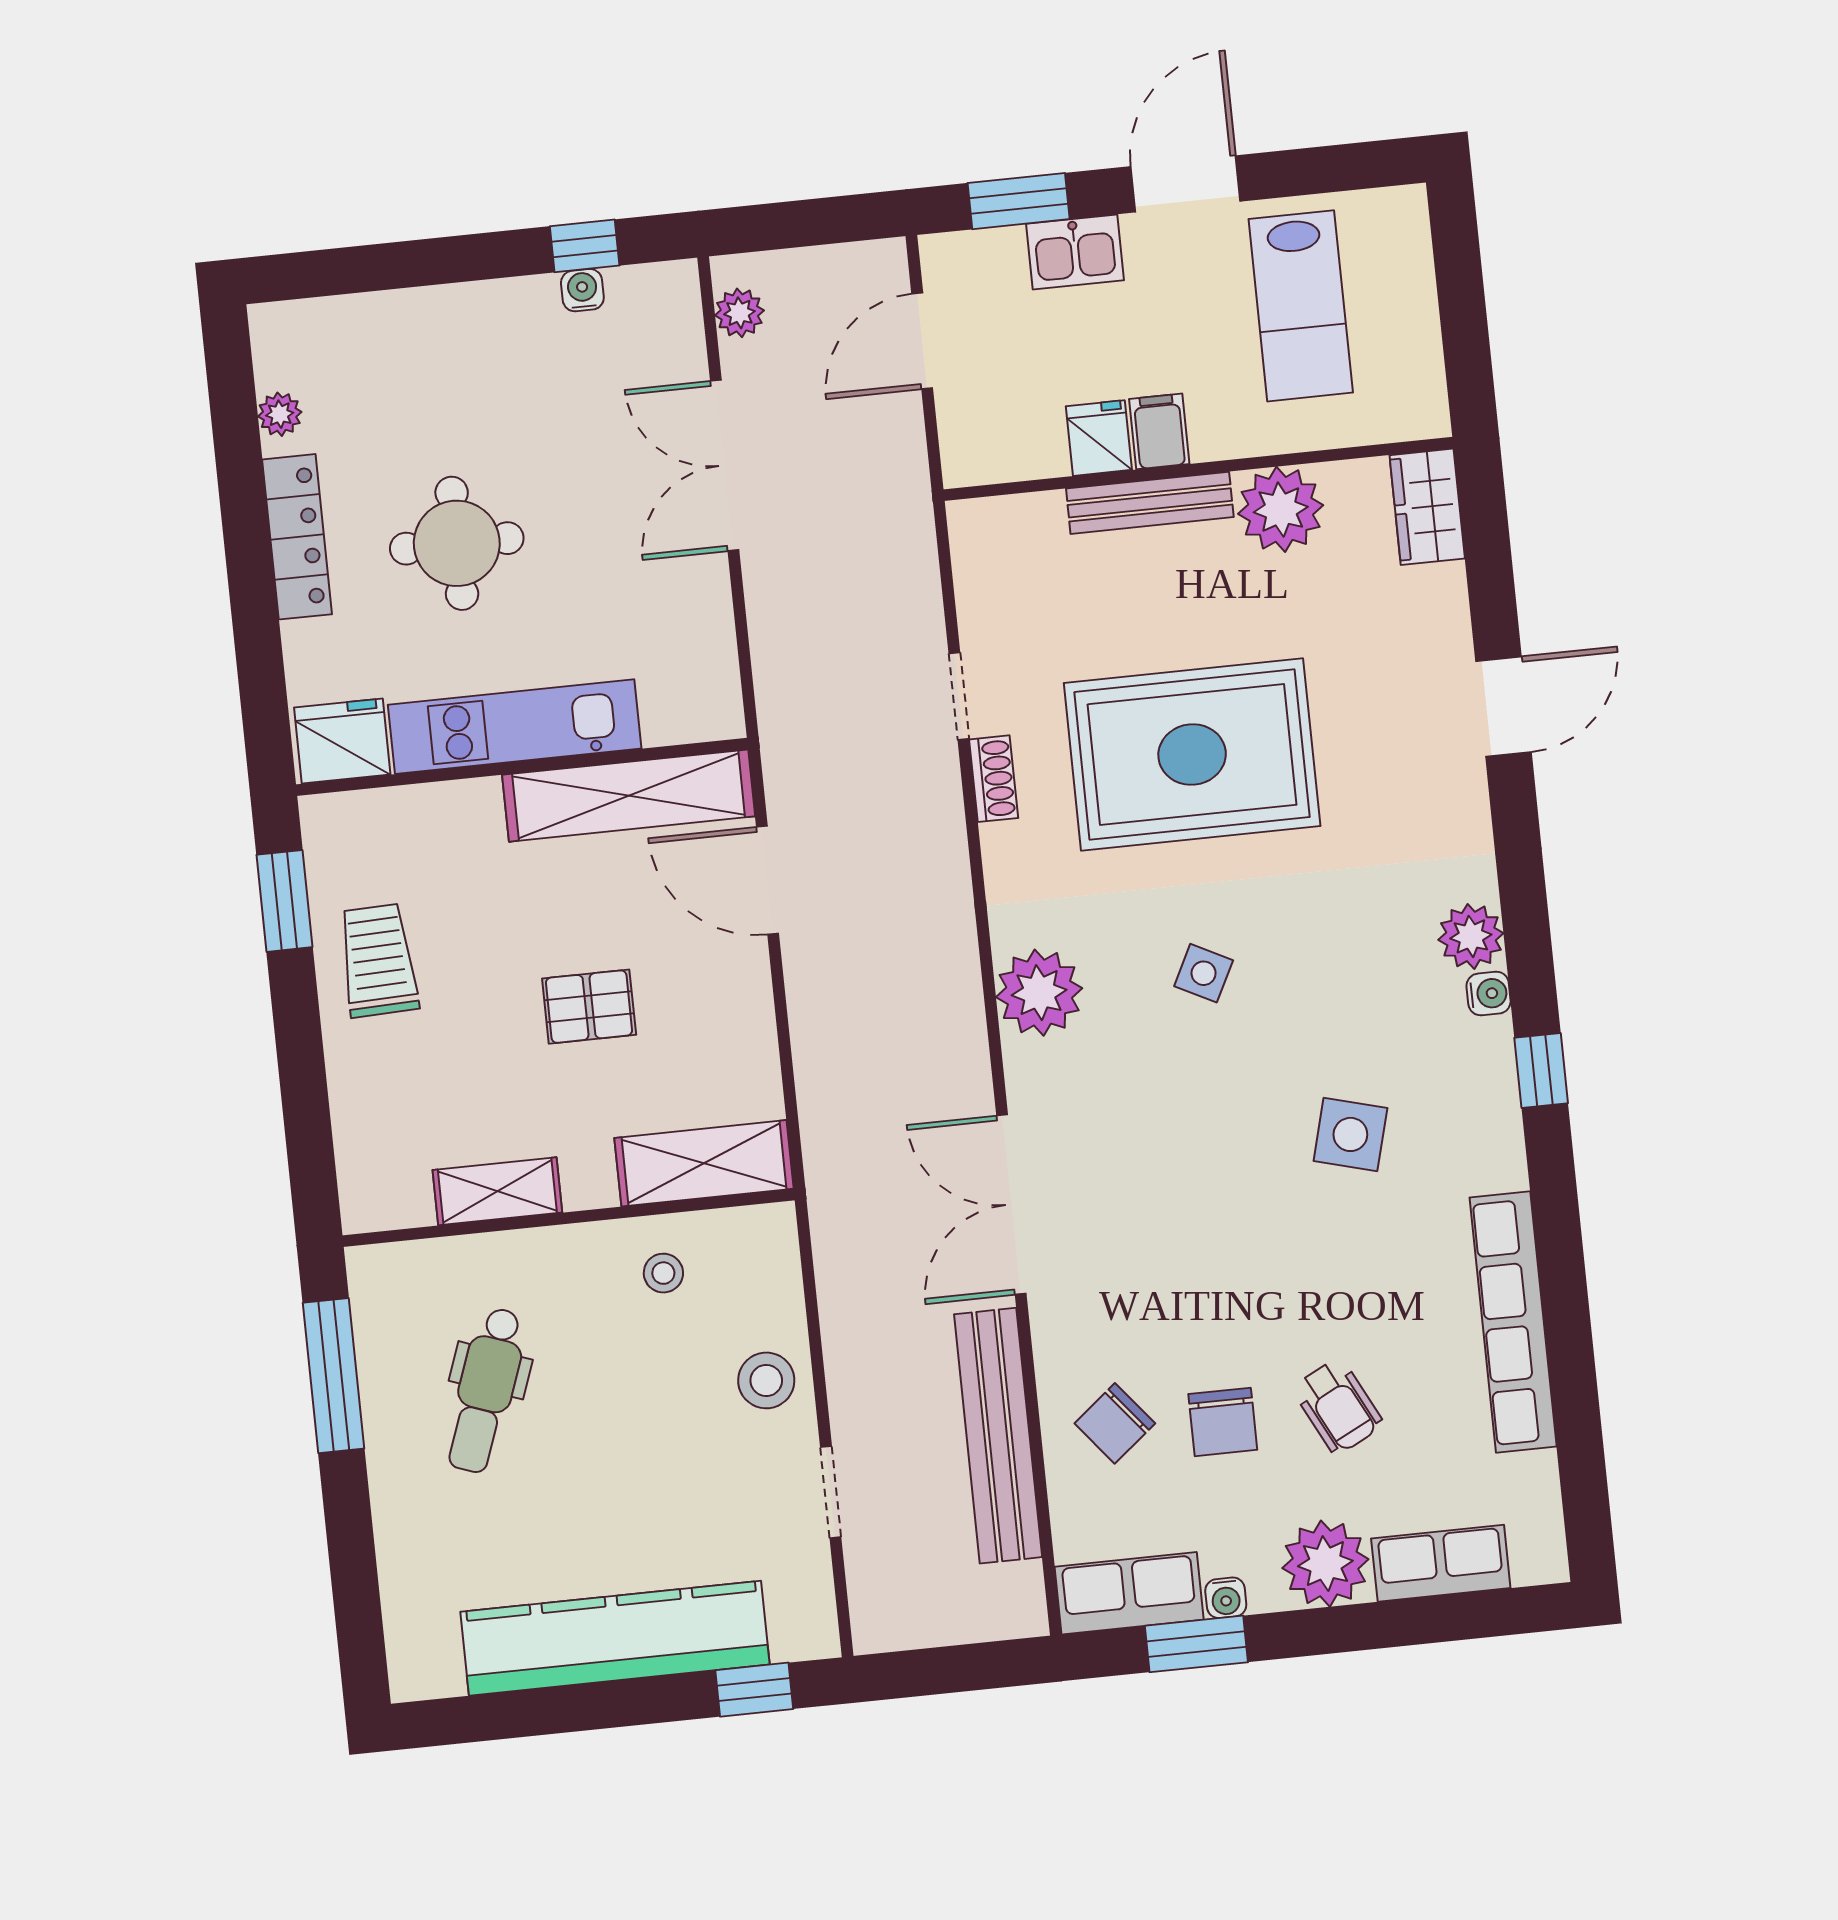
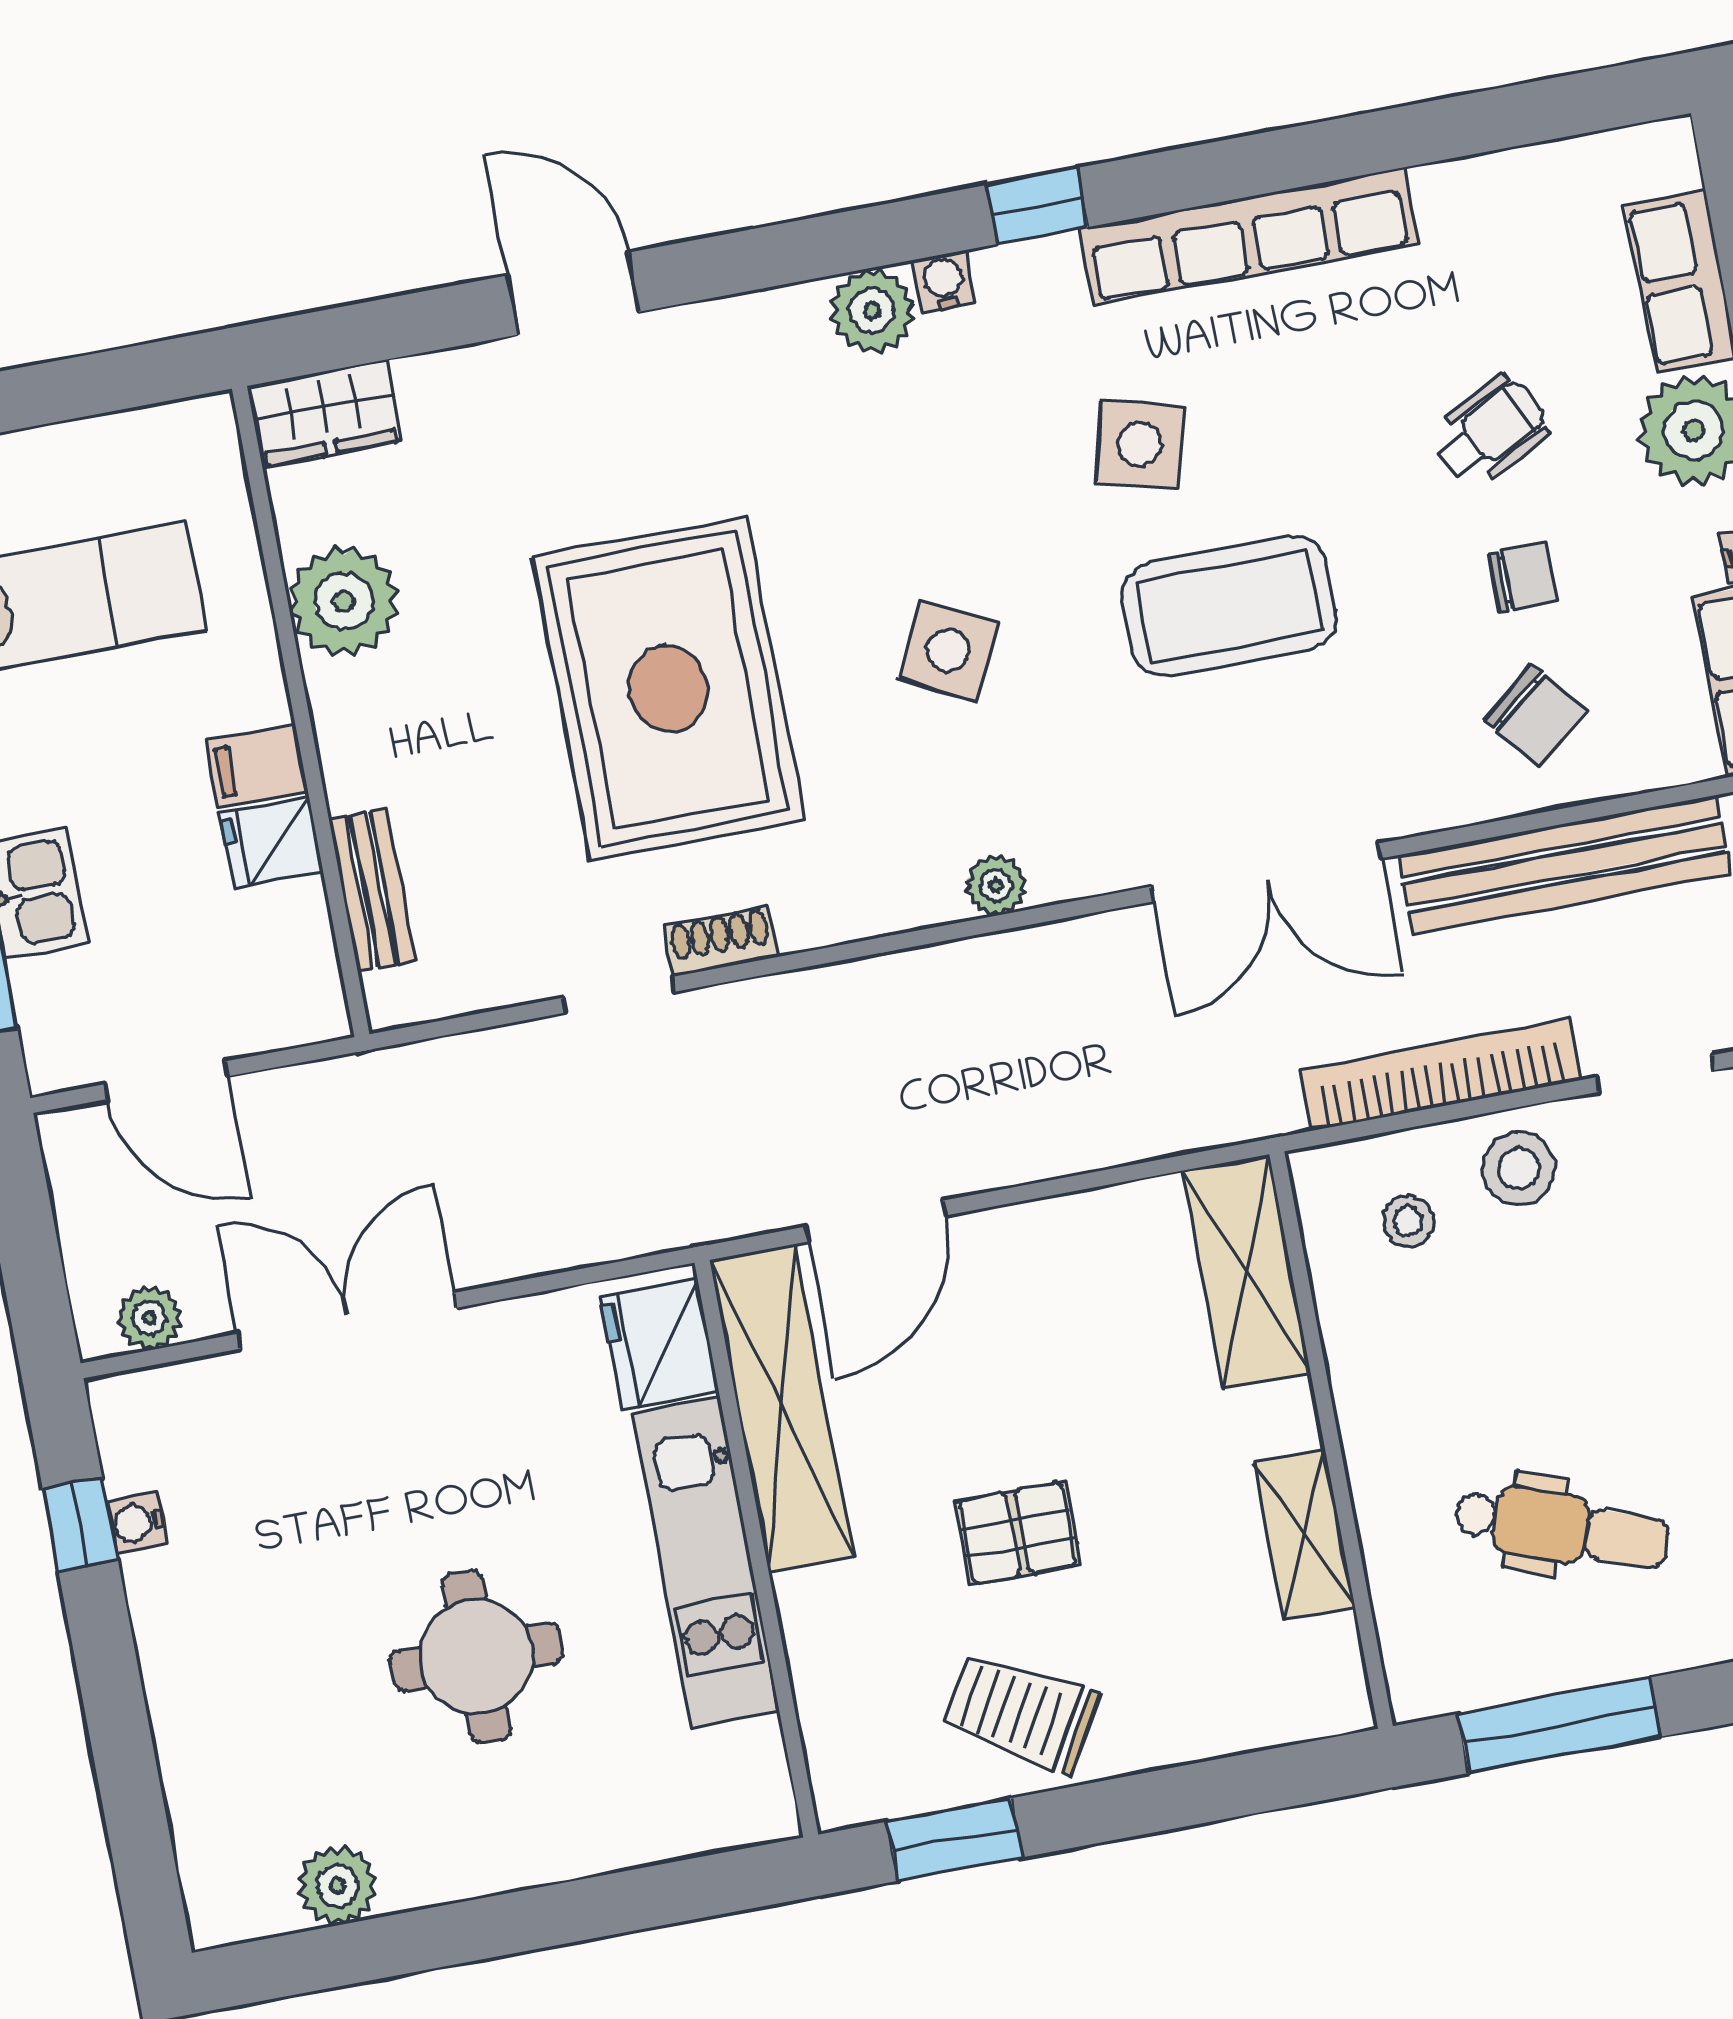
plant: (280, 414) -> (338, 1886), width x1.38, depth x1.38
double door: (725, 465) -> (347, 1321), swing flipped
bench: (1150, 503) -> (372, 890), moved, width x0.73
locker: (297, 537) -> (485, 1863), removed
fridge: (342, 741) -> (660, 1344), moved
trolley: (378, 960) -> (1021, 1713), turned 32
side table: (1204, 973) -> (948, 650), width x1.37, depth x1.37
plant: (1039, 993) -> (996, 885), width x0.53, depth x0.53
pallet: (589, 1007) -> (1018, 1533), moved, turned 90
coffee table: (1220, 1193) -> (1229, 606), added
stool: (663, 1273) -> (1408, 1221), moved
row of seats: (1513, 1322) -> (1249, 236), moved
bookcase: (844, 1326) -> (1441, 1075), added
chair: (1223, 1422) -> (1523, 577), width x0.73, depth x0.73

